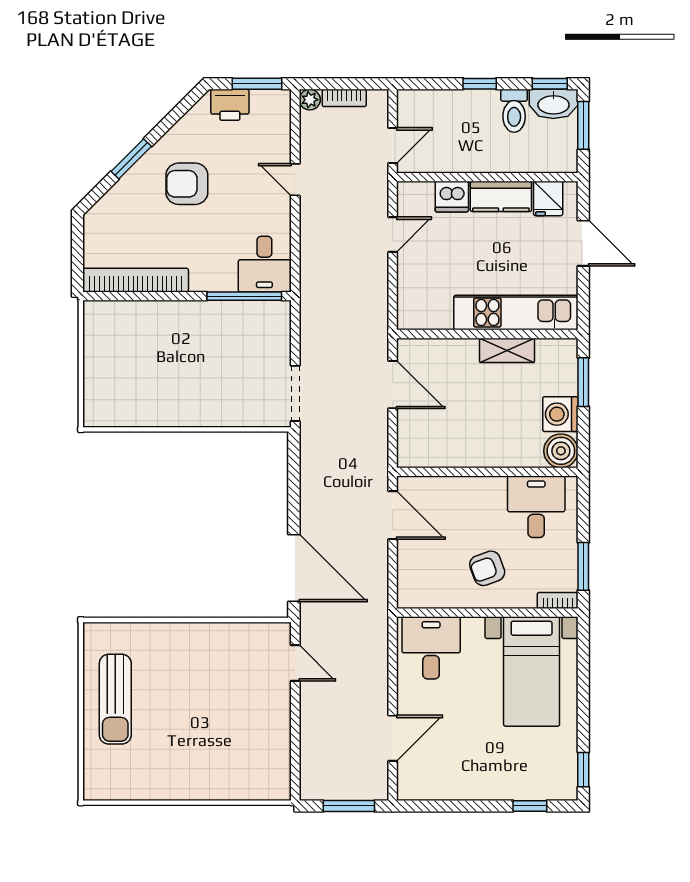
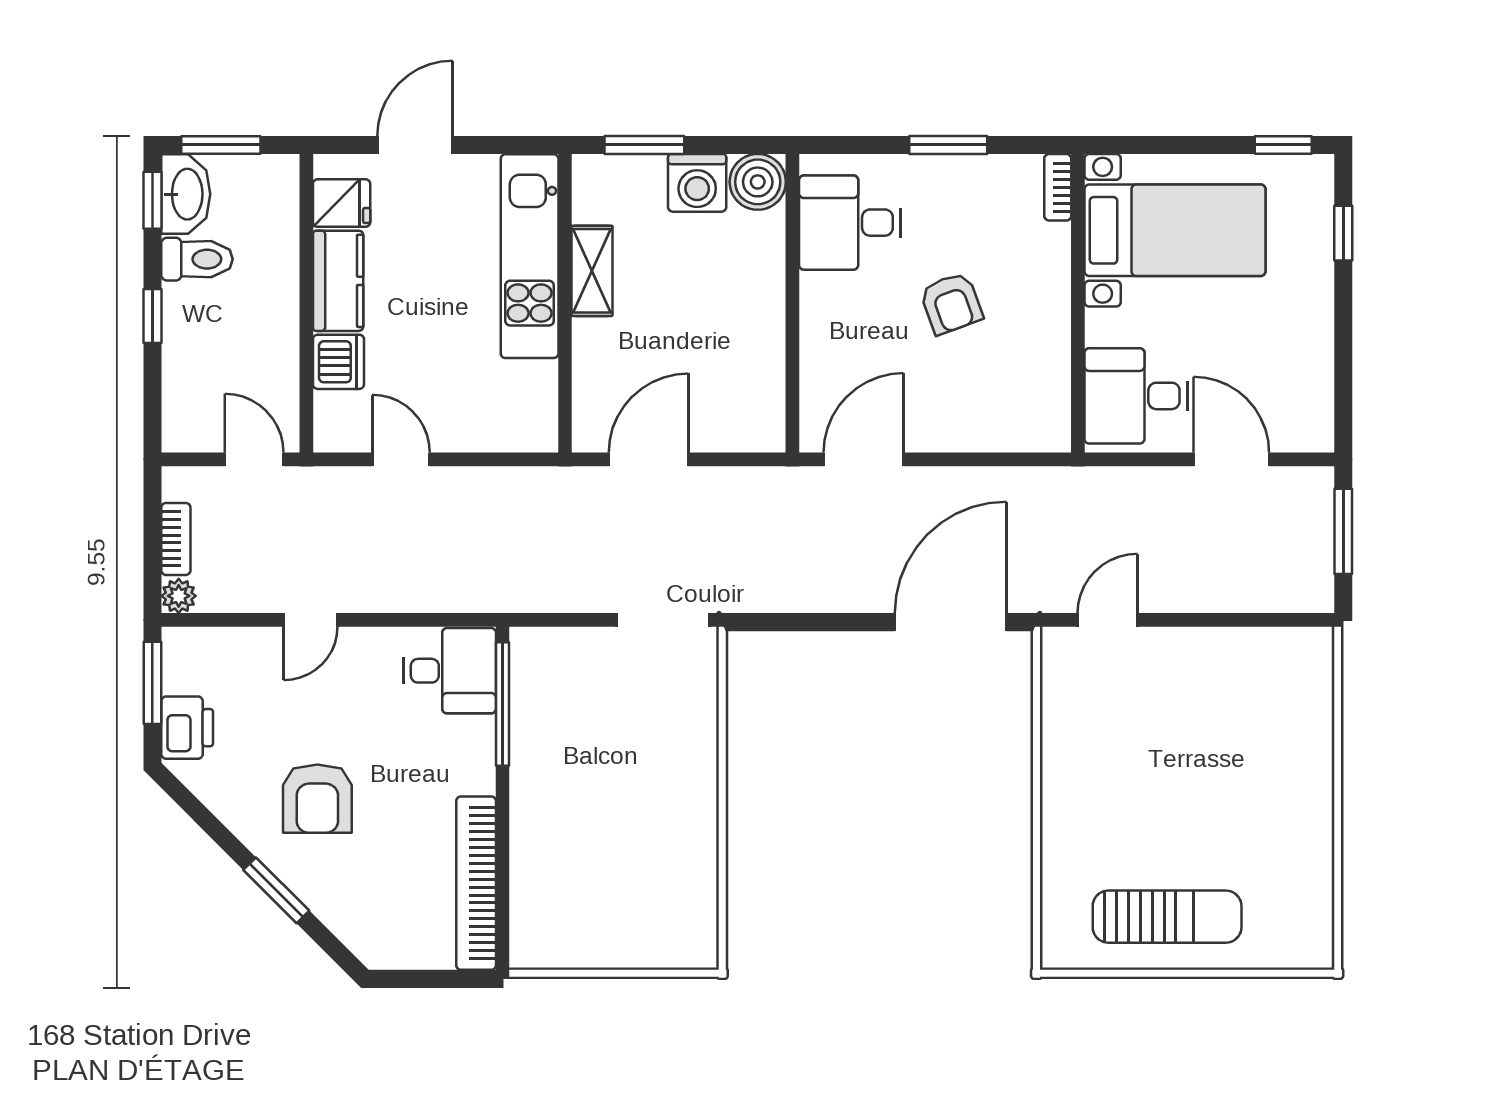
bookcase: (558, 600) -> (1058, 187), moved
wall: (487, 613) -> (1078, 303), moved
desk: (431, 648) -> (1136, 396), moved
bed with nightstands: (532, 671) -> (1175, 230), moved

